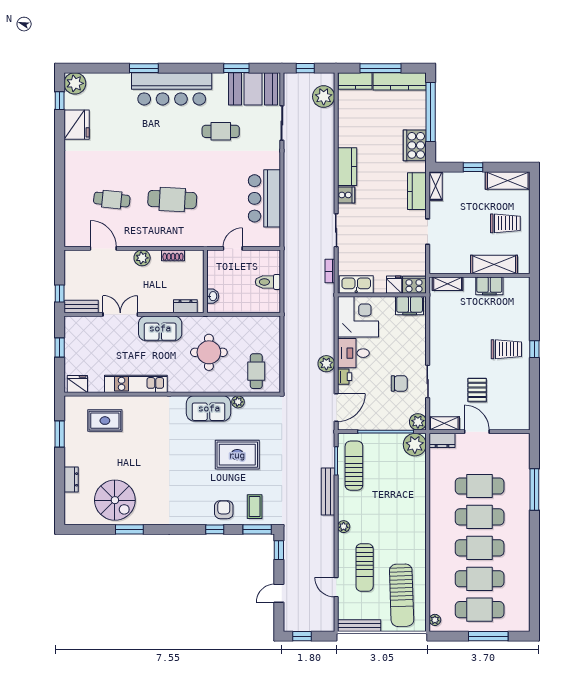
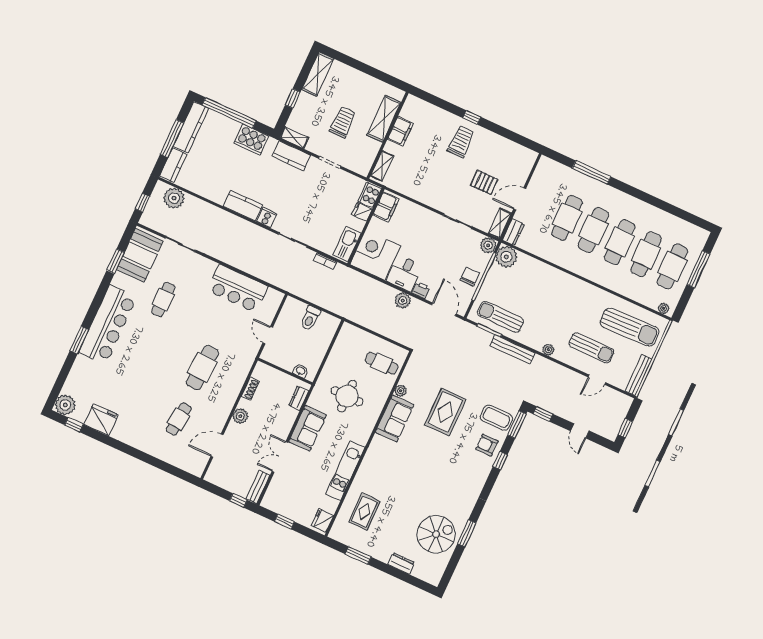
trolley: (505, 223) -> (343, 122), moved
chair: (399, 383) -> (470, 277), moved
coffee table: (255, 507) -> (496, 418), width x1.36, depth x1.30

